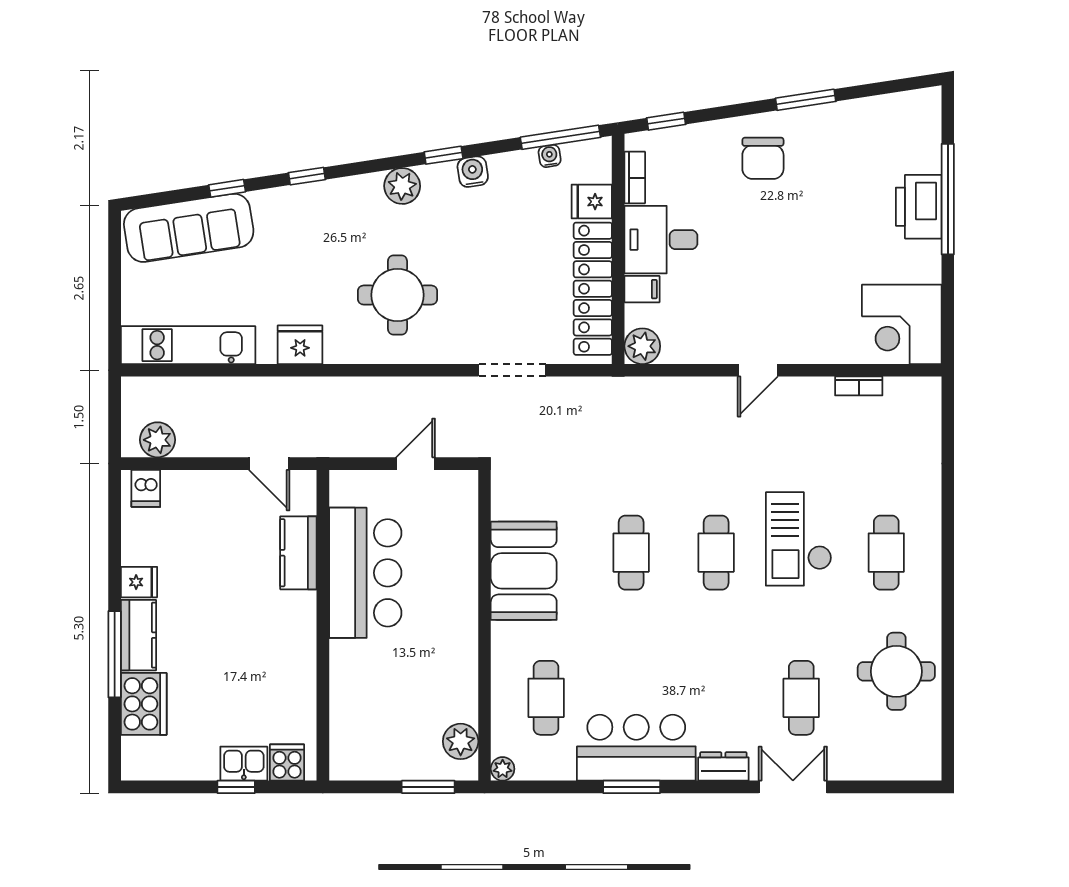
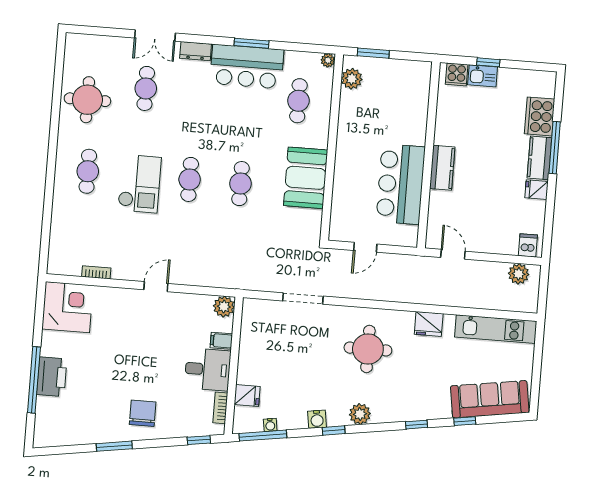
locker: (593, 289) -> (251, 343), removed
kitchen counter: (298, 553) -> (442, 168), moved

